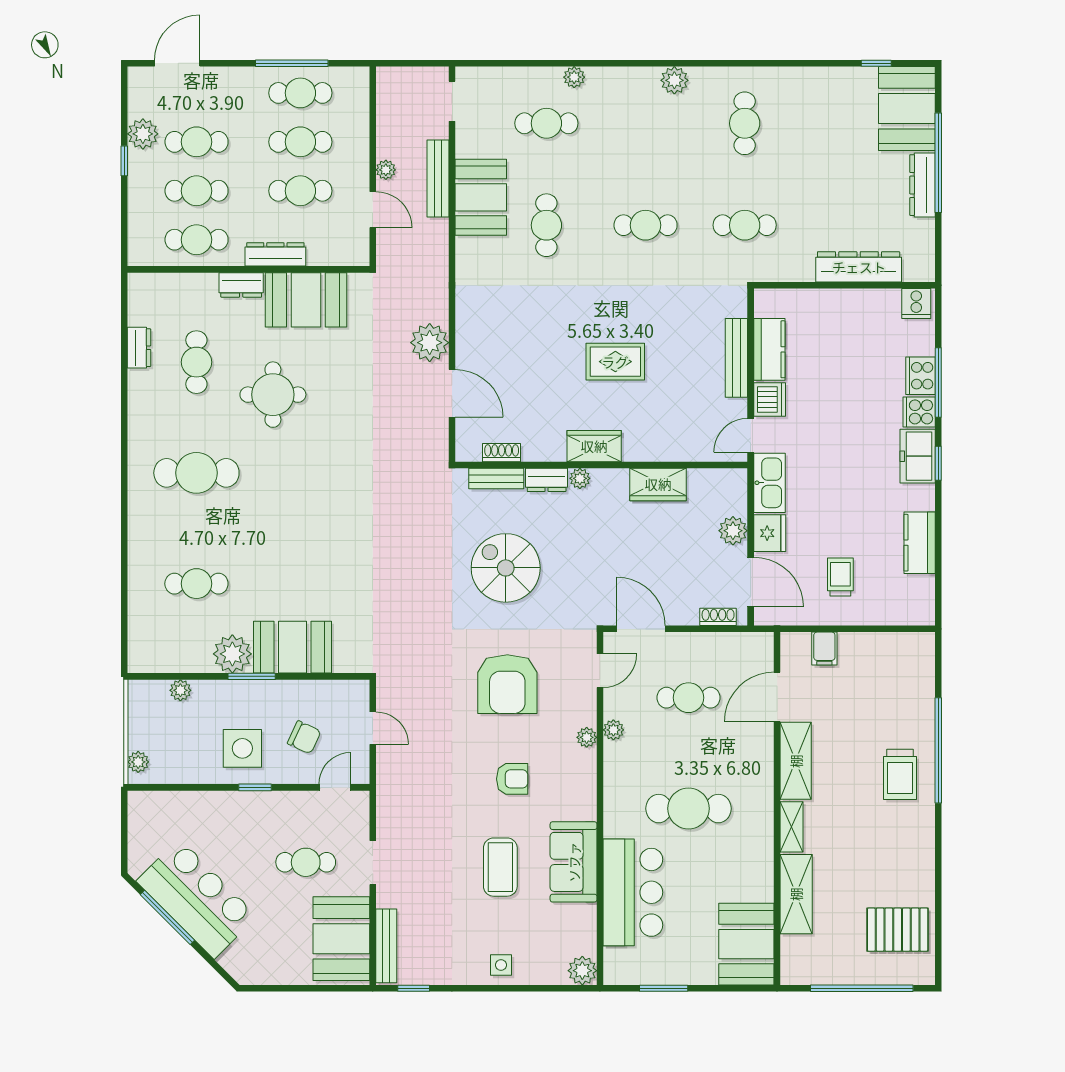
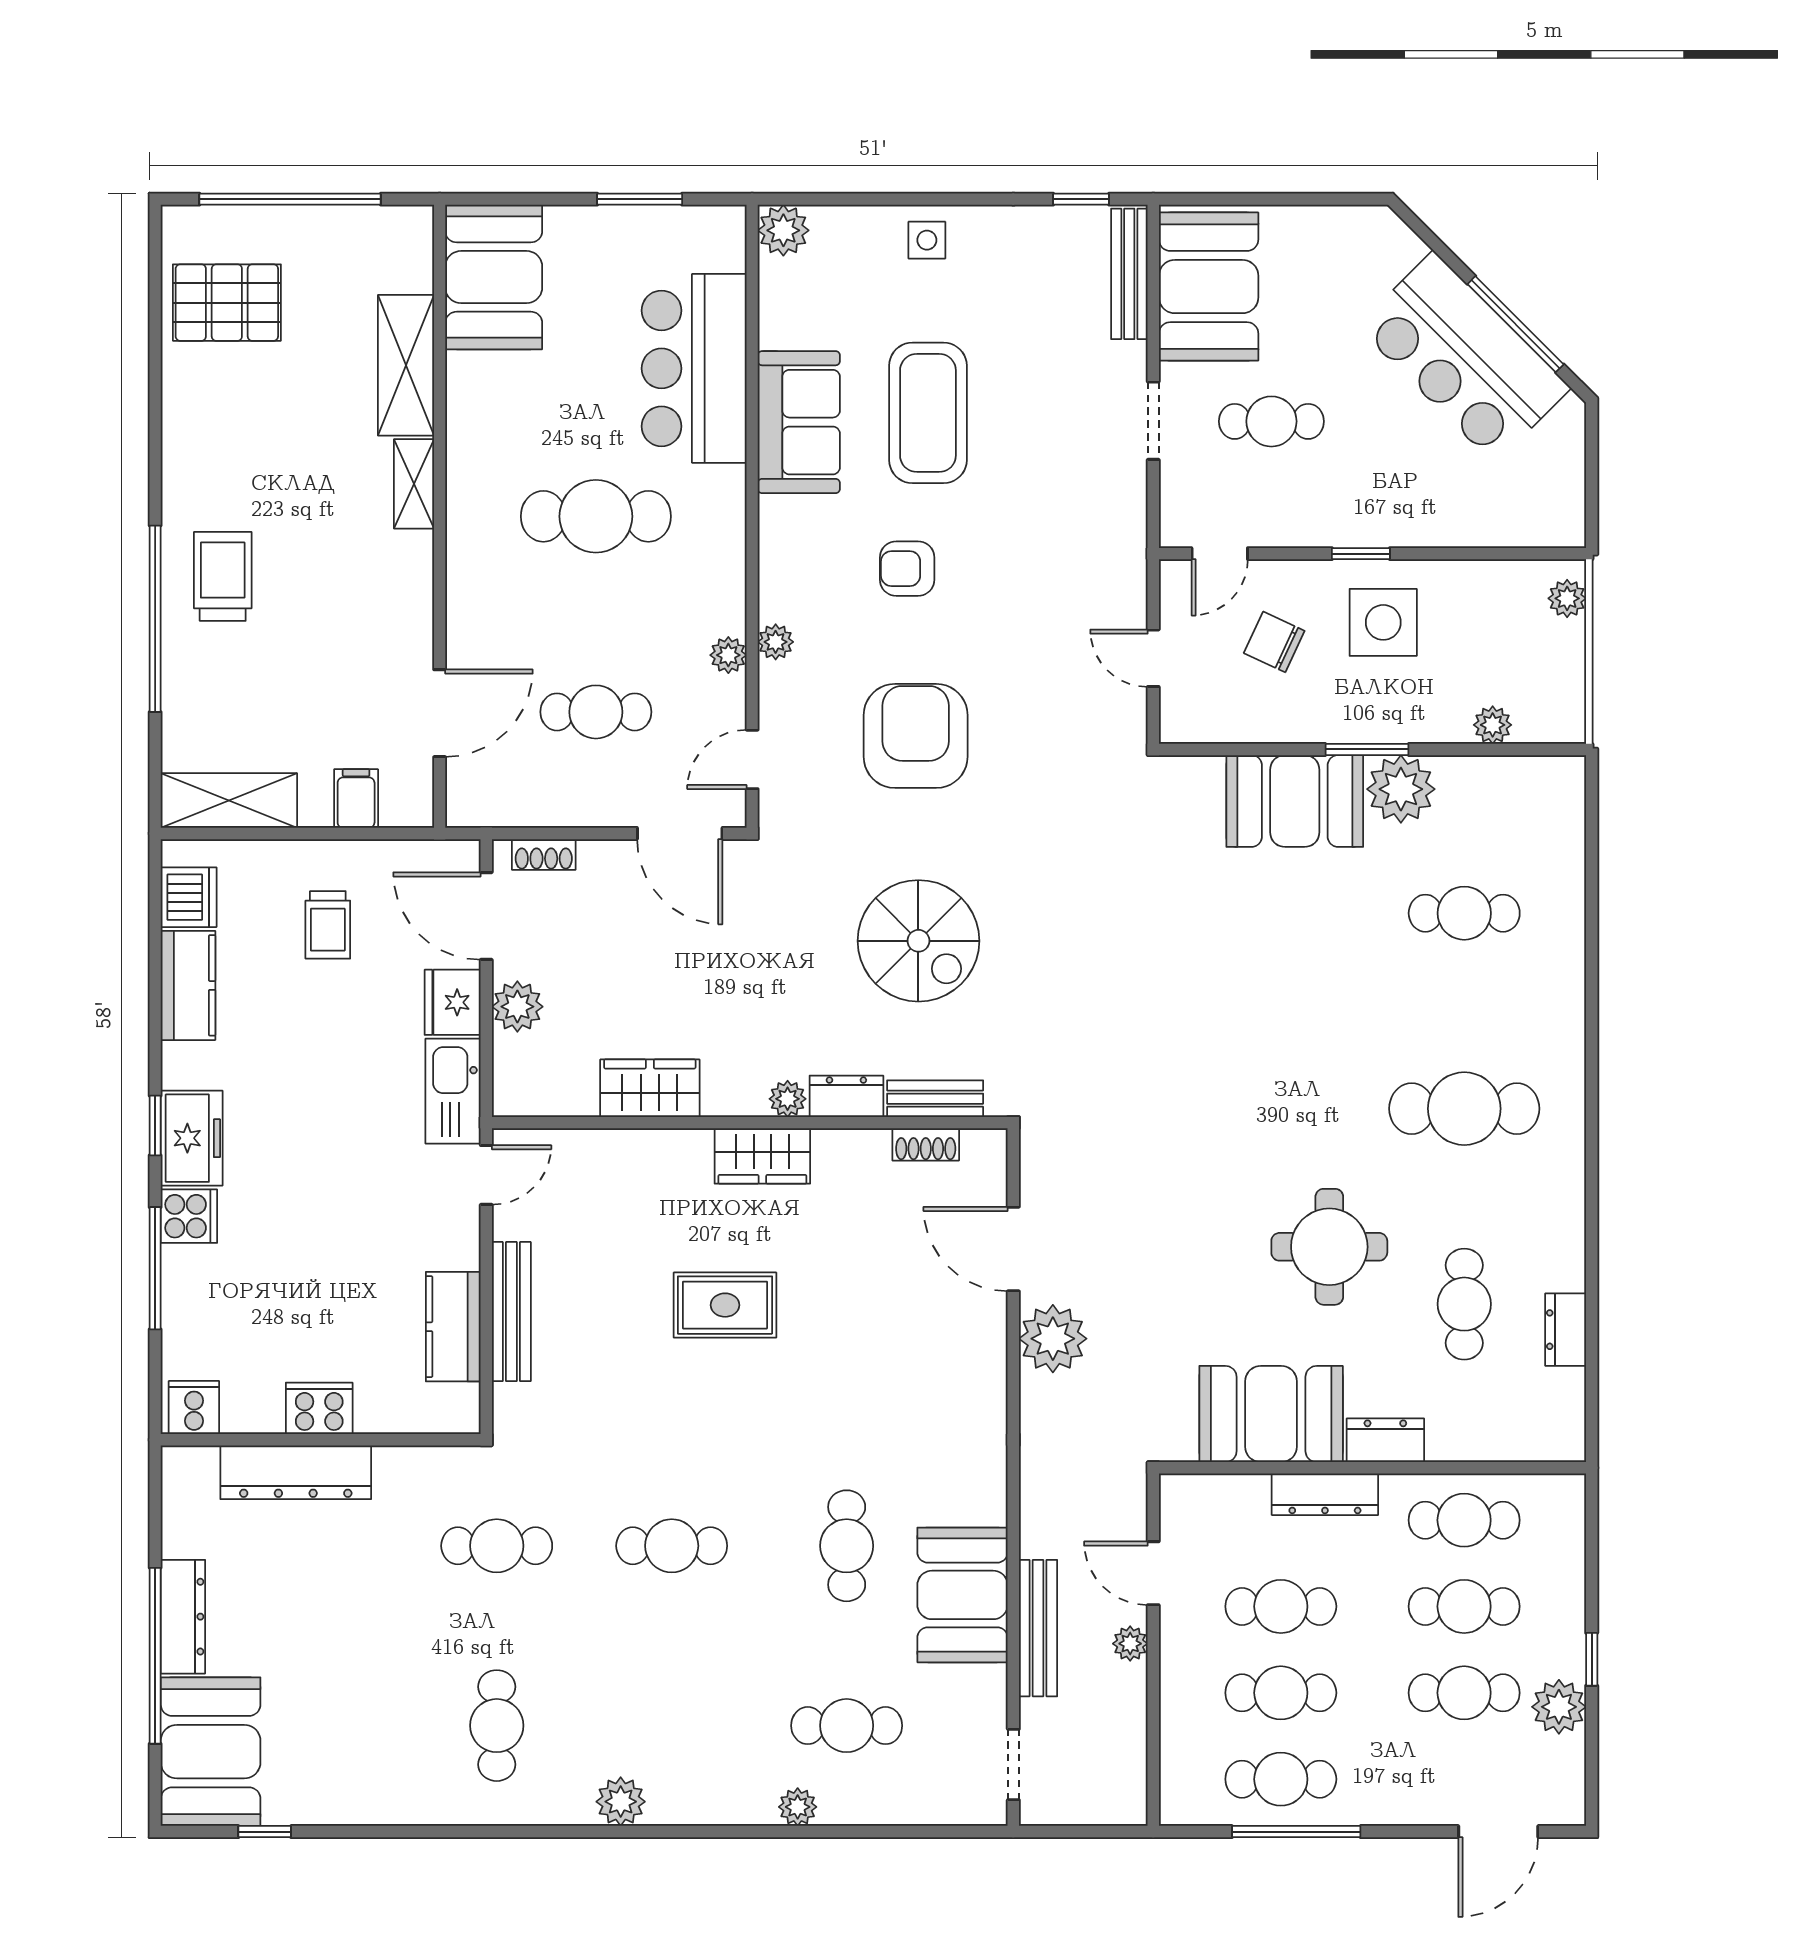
cooker: (920, 376) -> (319, 1408), moved, turned -90
dishwasher: (770, 399) -> (189, 897), moved, turned 180
shelving: (796, 761) -> (229, 801), moved, turned 90
coffee table: (500, 867) -> (928, 413), width x1.36, depth x1.32

